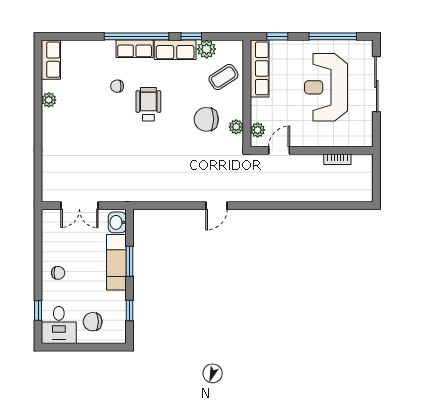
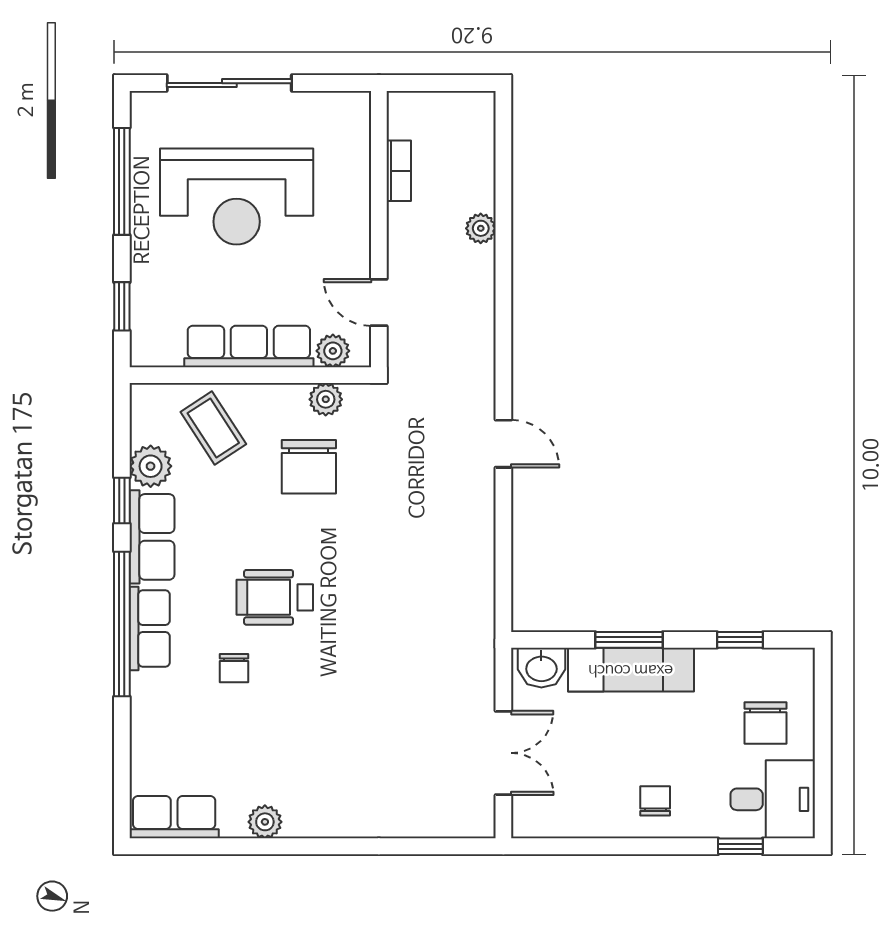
row of seats: (260, 68) -> (249, 346), moved
plant: (312, 196) -> (481, 228), added

